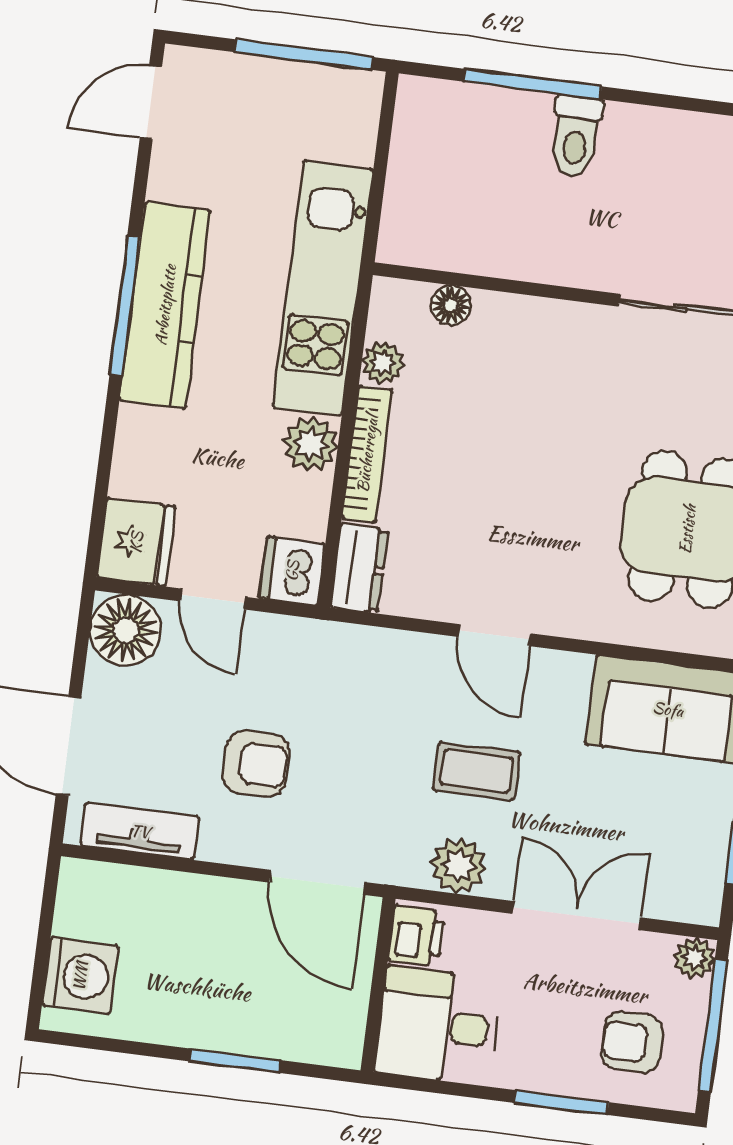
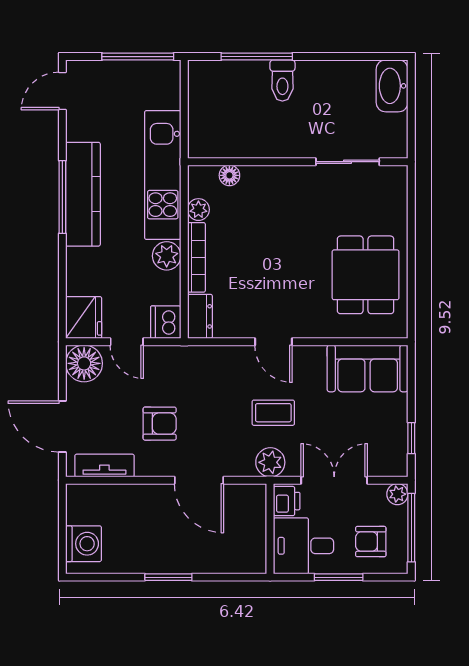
printer: (417, 936) -> (287, 501), moved
wall: (378, 985) -> (270, 529), moved
desk: (438, 1026) -> (304, 546), moved

